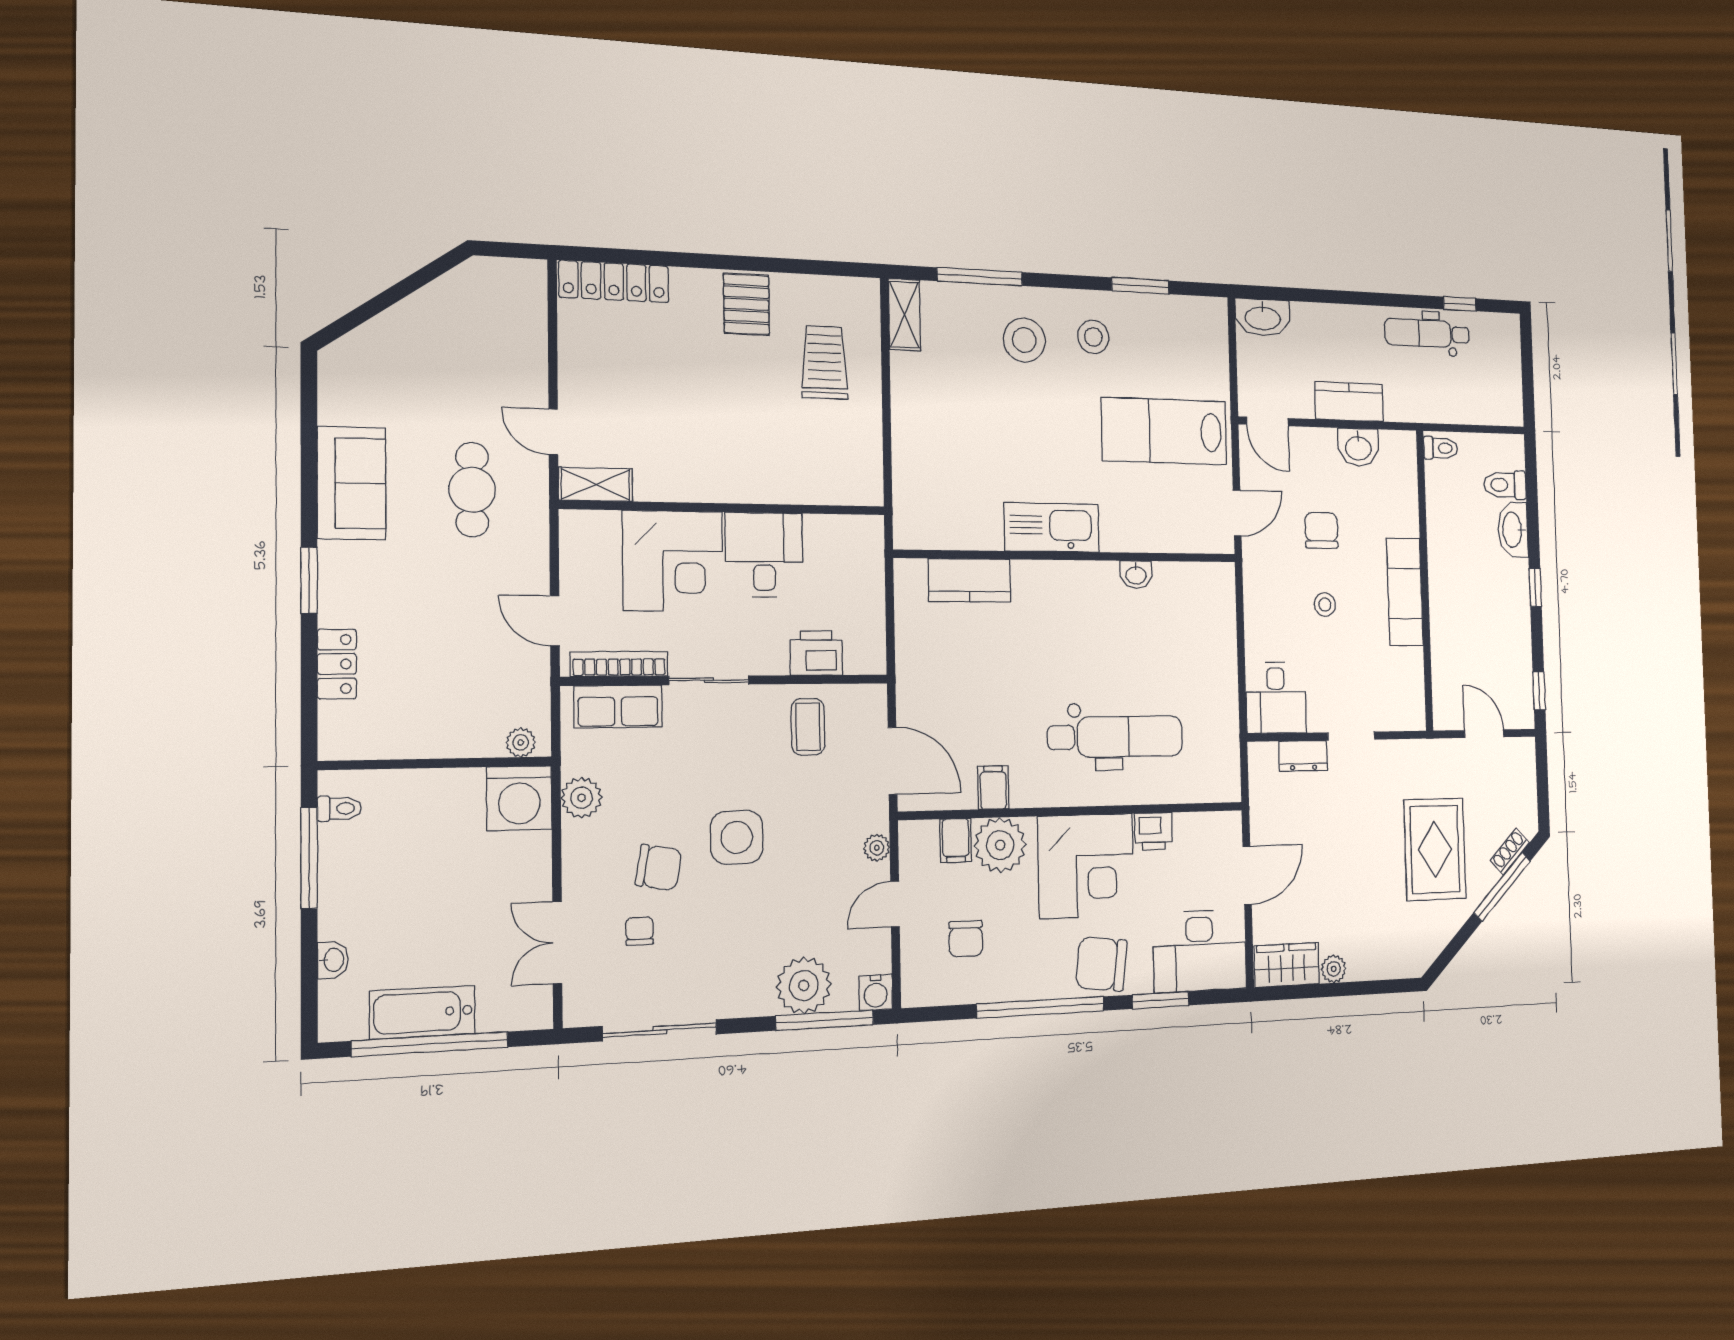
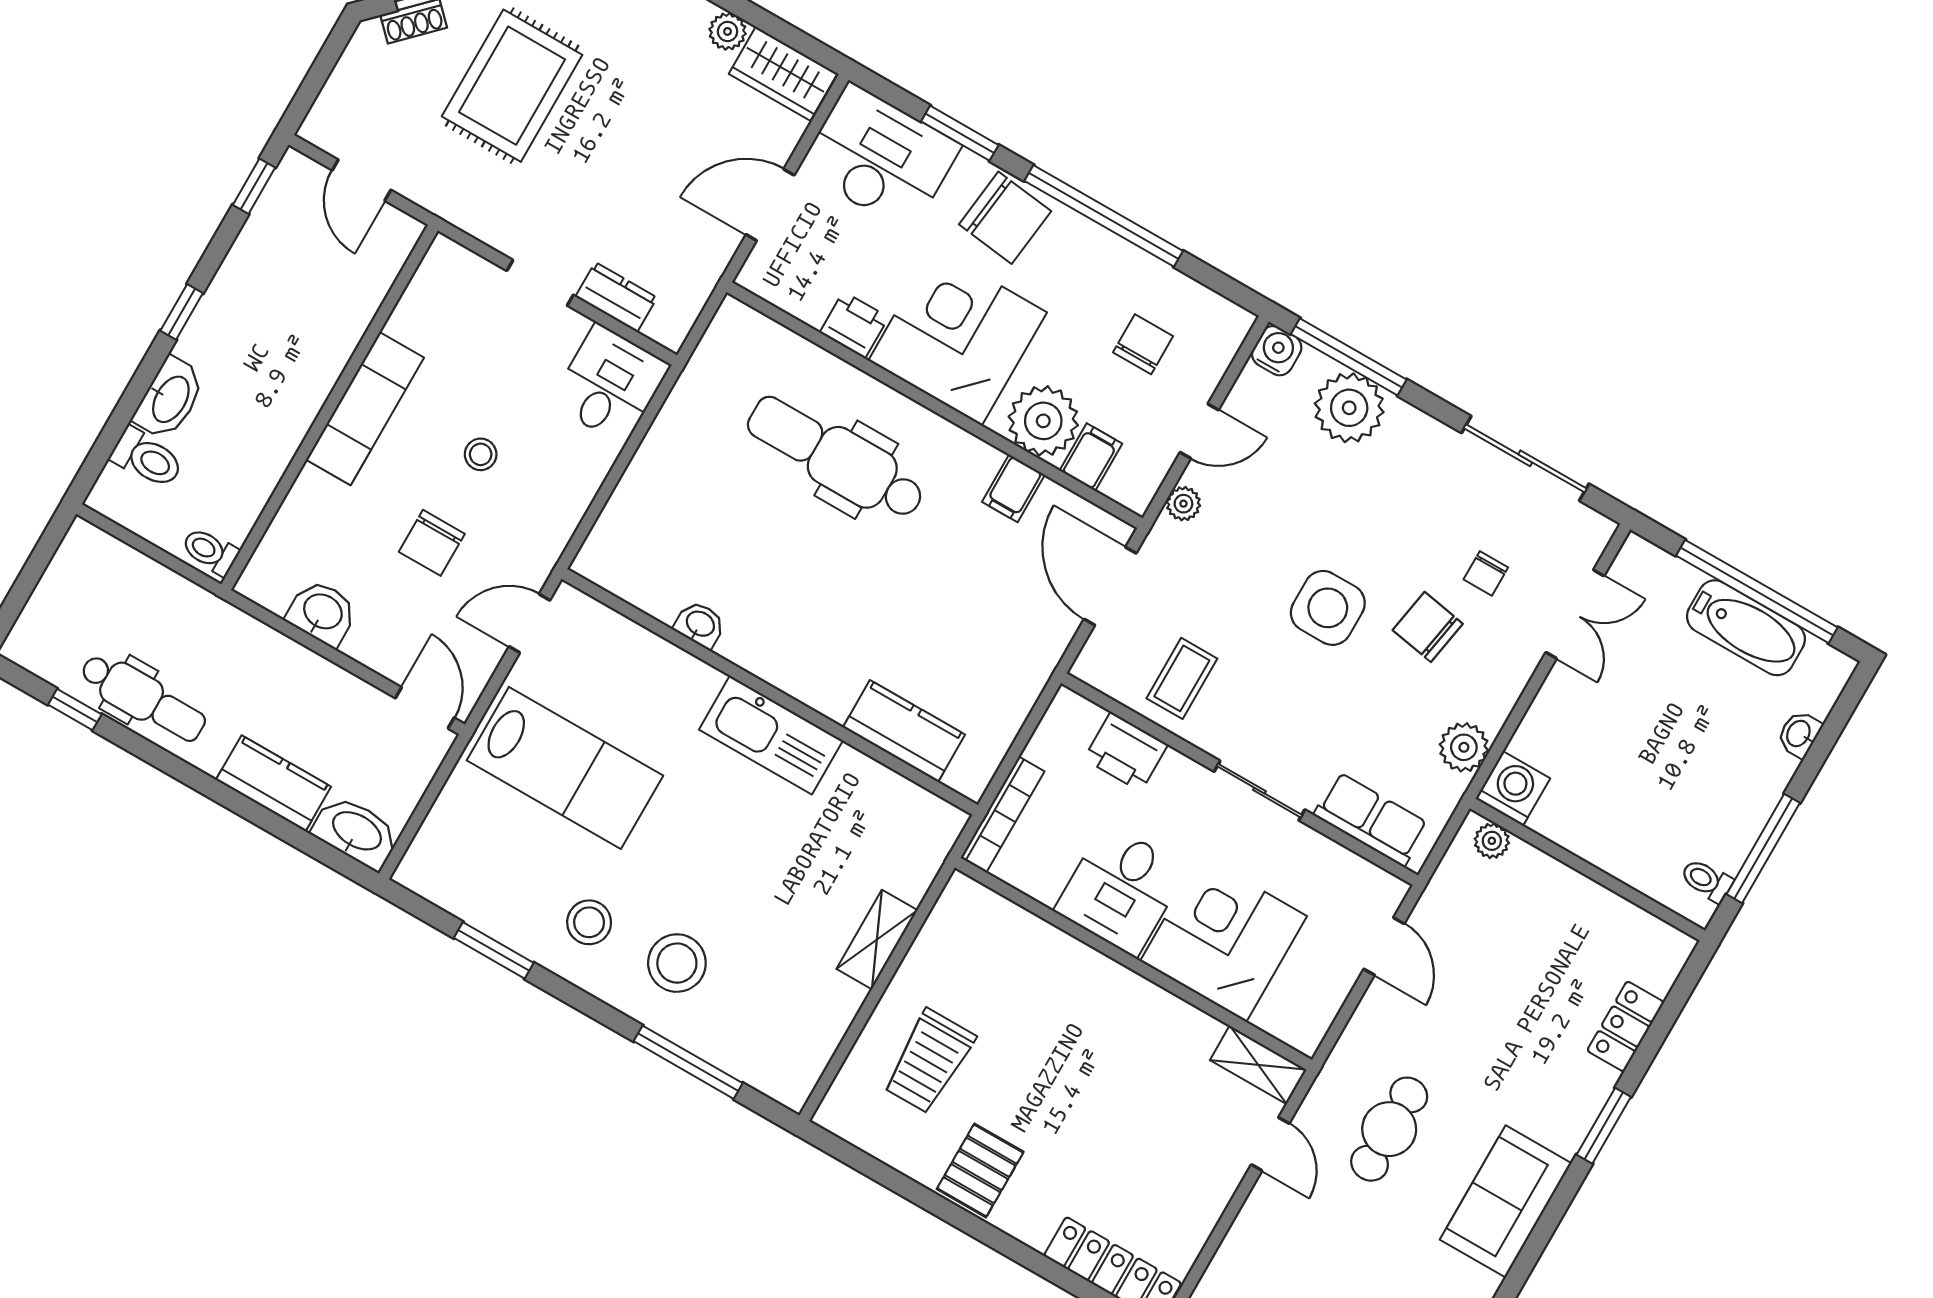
shelving: (904, 315) -> (877, 940), moved
kitchen counter: (1349, 402) -> (273, 783), moved, turned 180
bookcase: (619, 664) -> (1002, 815), moved, turned -90
washing machine: (519, 798) -> (1513, 788), width x0.73, depth x0.73

